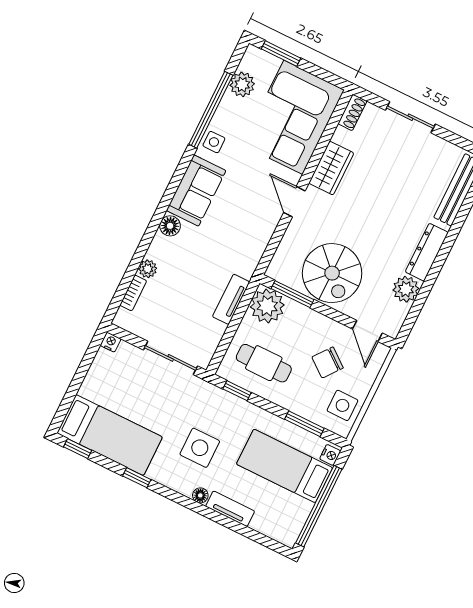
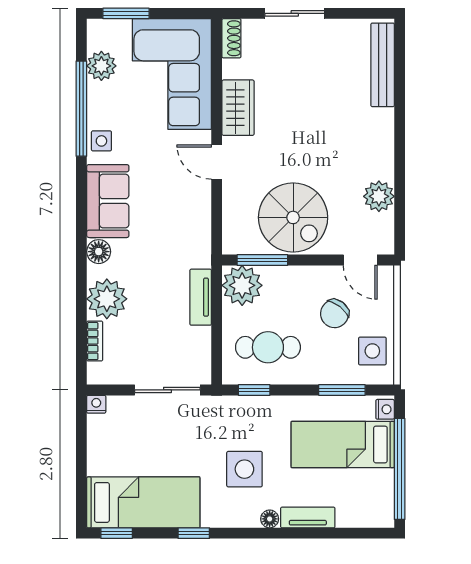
dresser: (427, 252) -> (382, 147), removed
plant: (148, 269) -> (107, 299), width x1.88, depth x1.88

